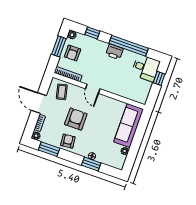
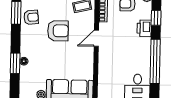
printer: (114, 52) -> (144, 28), moved
armchair: (68, 141) -> (31, 17), moved

